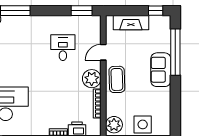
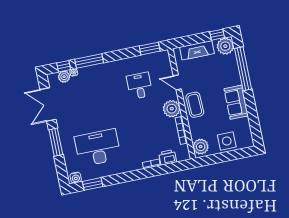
plant: (162, 24) -> (225, 46), added
door: (103, 52) -> (177, 82), hinge flipped
sofa: (161, 70) -> (236, 102), moved

